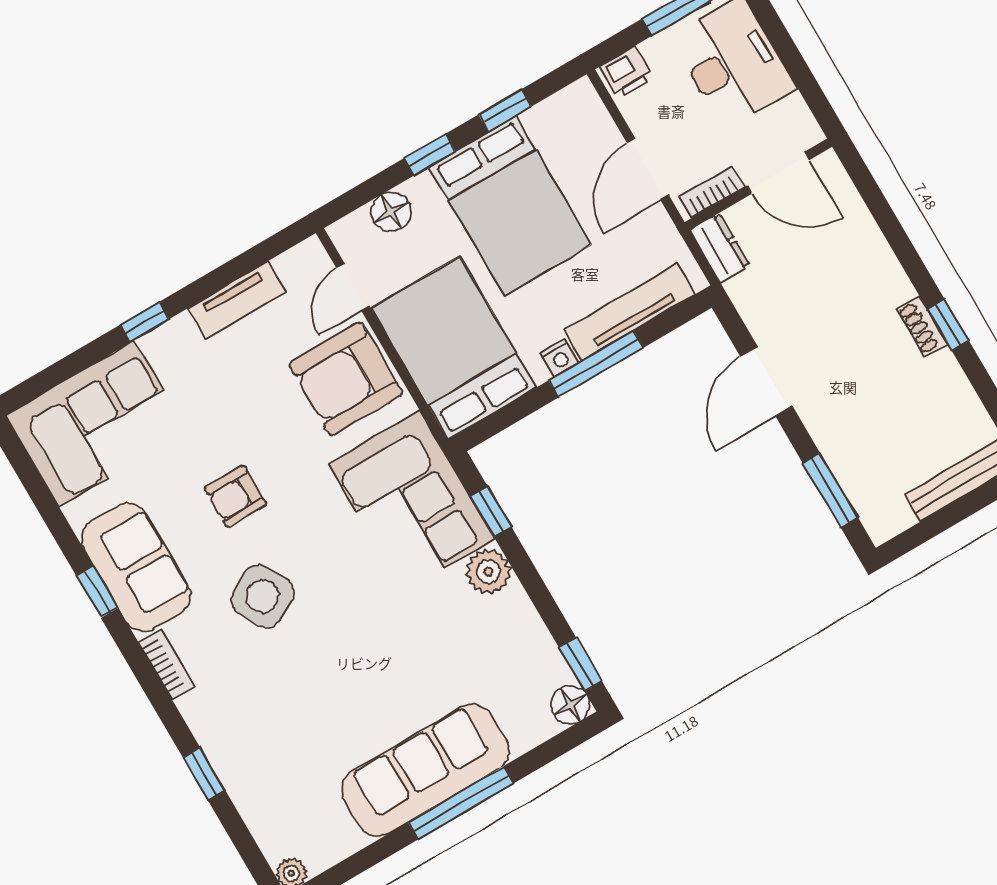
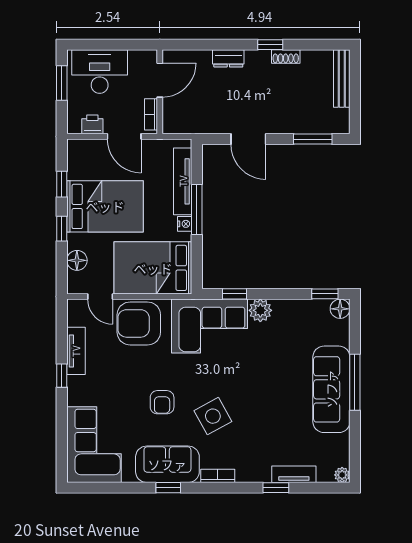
printer: (627, 72) -> (92, 124), moved, turned -90
dresser: (720, 248) -> (228, 58), moved, turned 180
window: (145, 322) -> (62, 376), moved
shoe rack: (922, 326) -> (286, 57), moved
armchair: (346, 379) -> (139, 323), turned 90
tv unit: (245, 791) -> (294, 474), added

